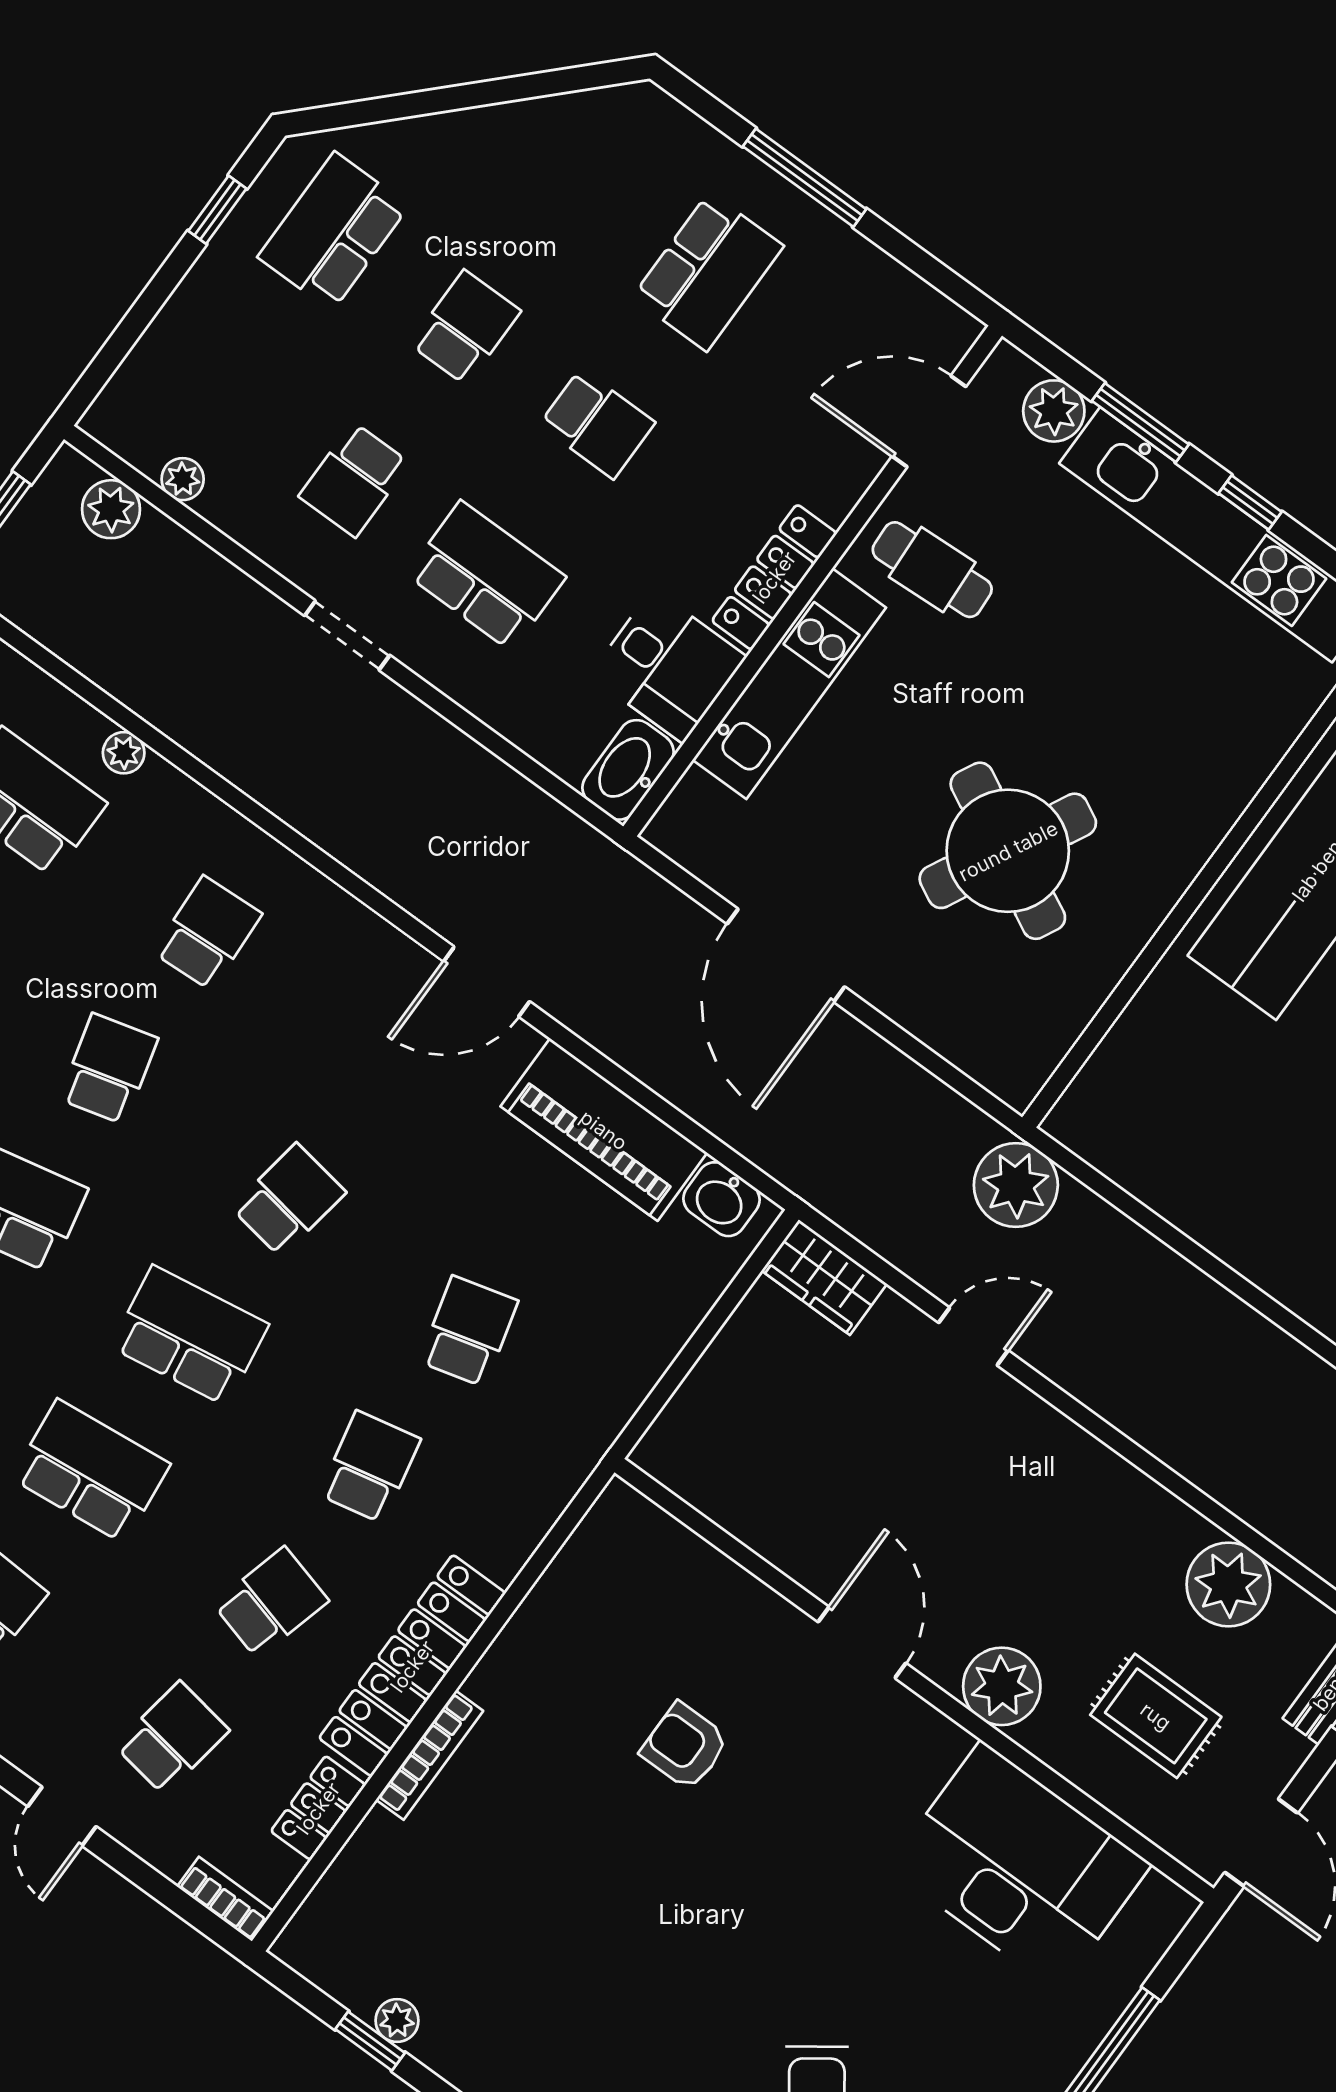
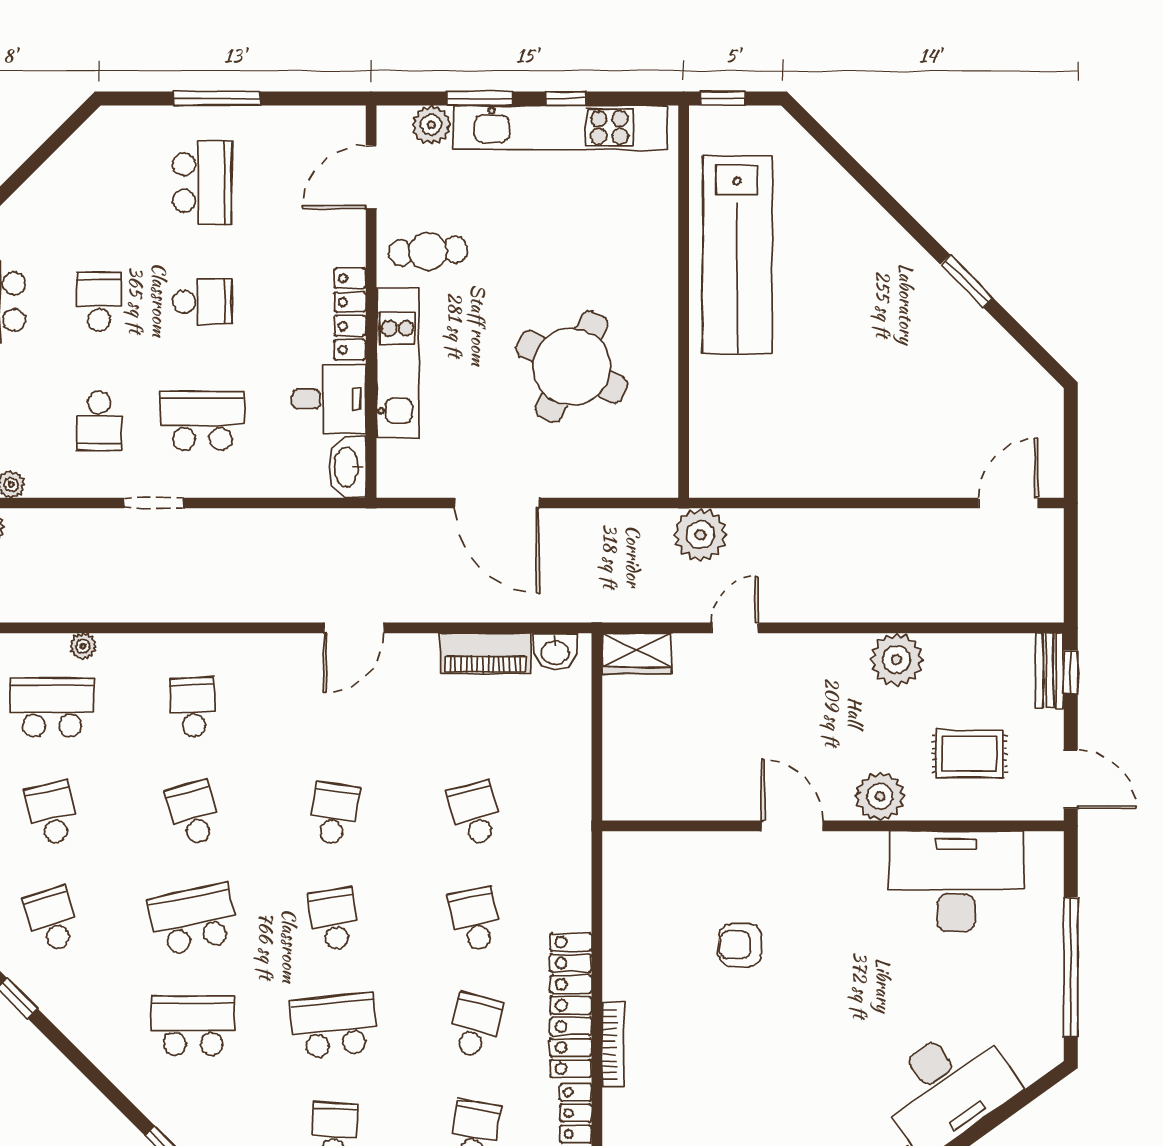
piano: (604, 1130) -> (485, 653), width x0.73, depth x0.75
school desk: (190, 1336) -> (334, 920), width x0.54
plant: (1228, 1584) -> (897, 660), moved

